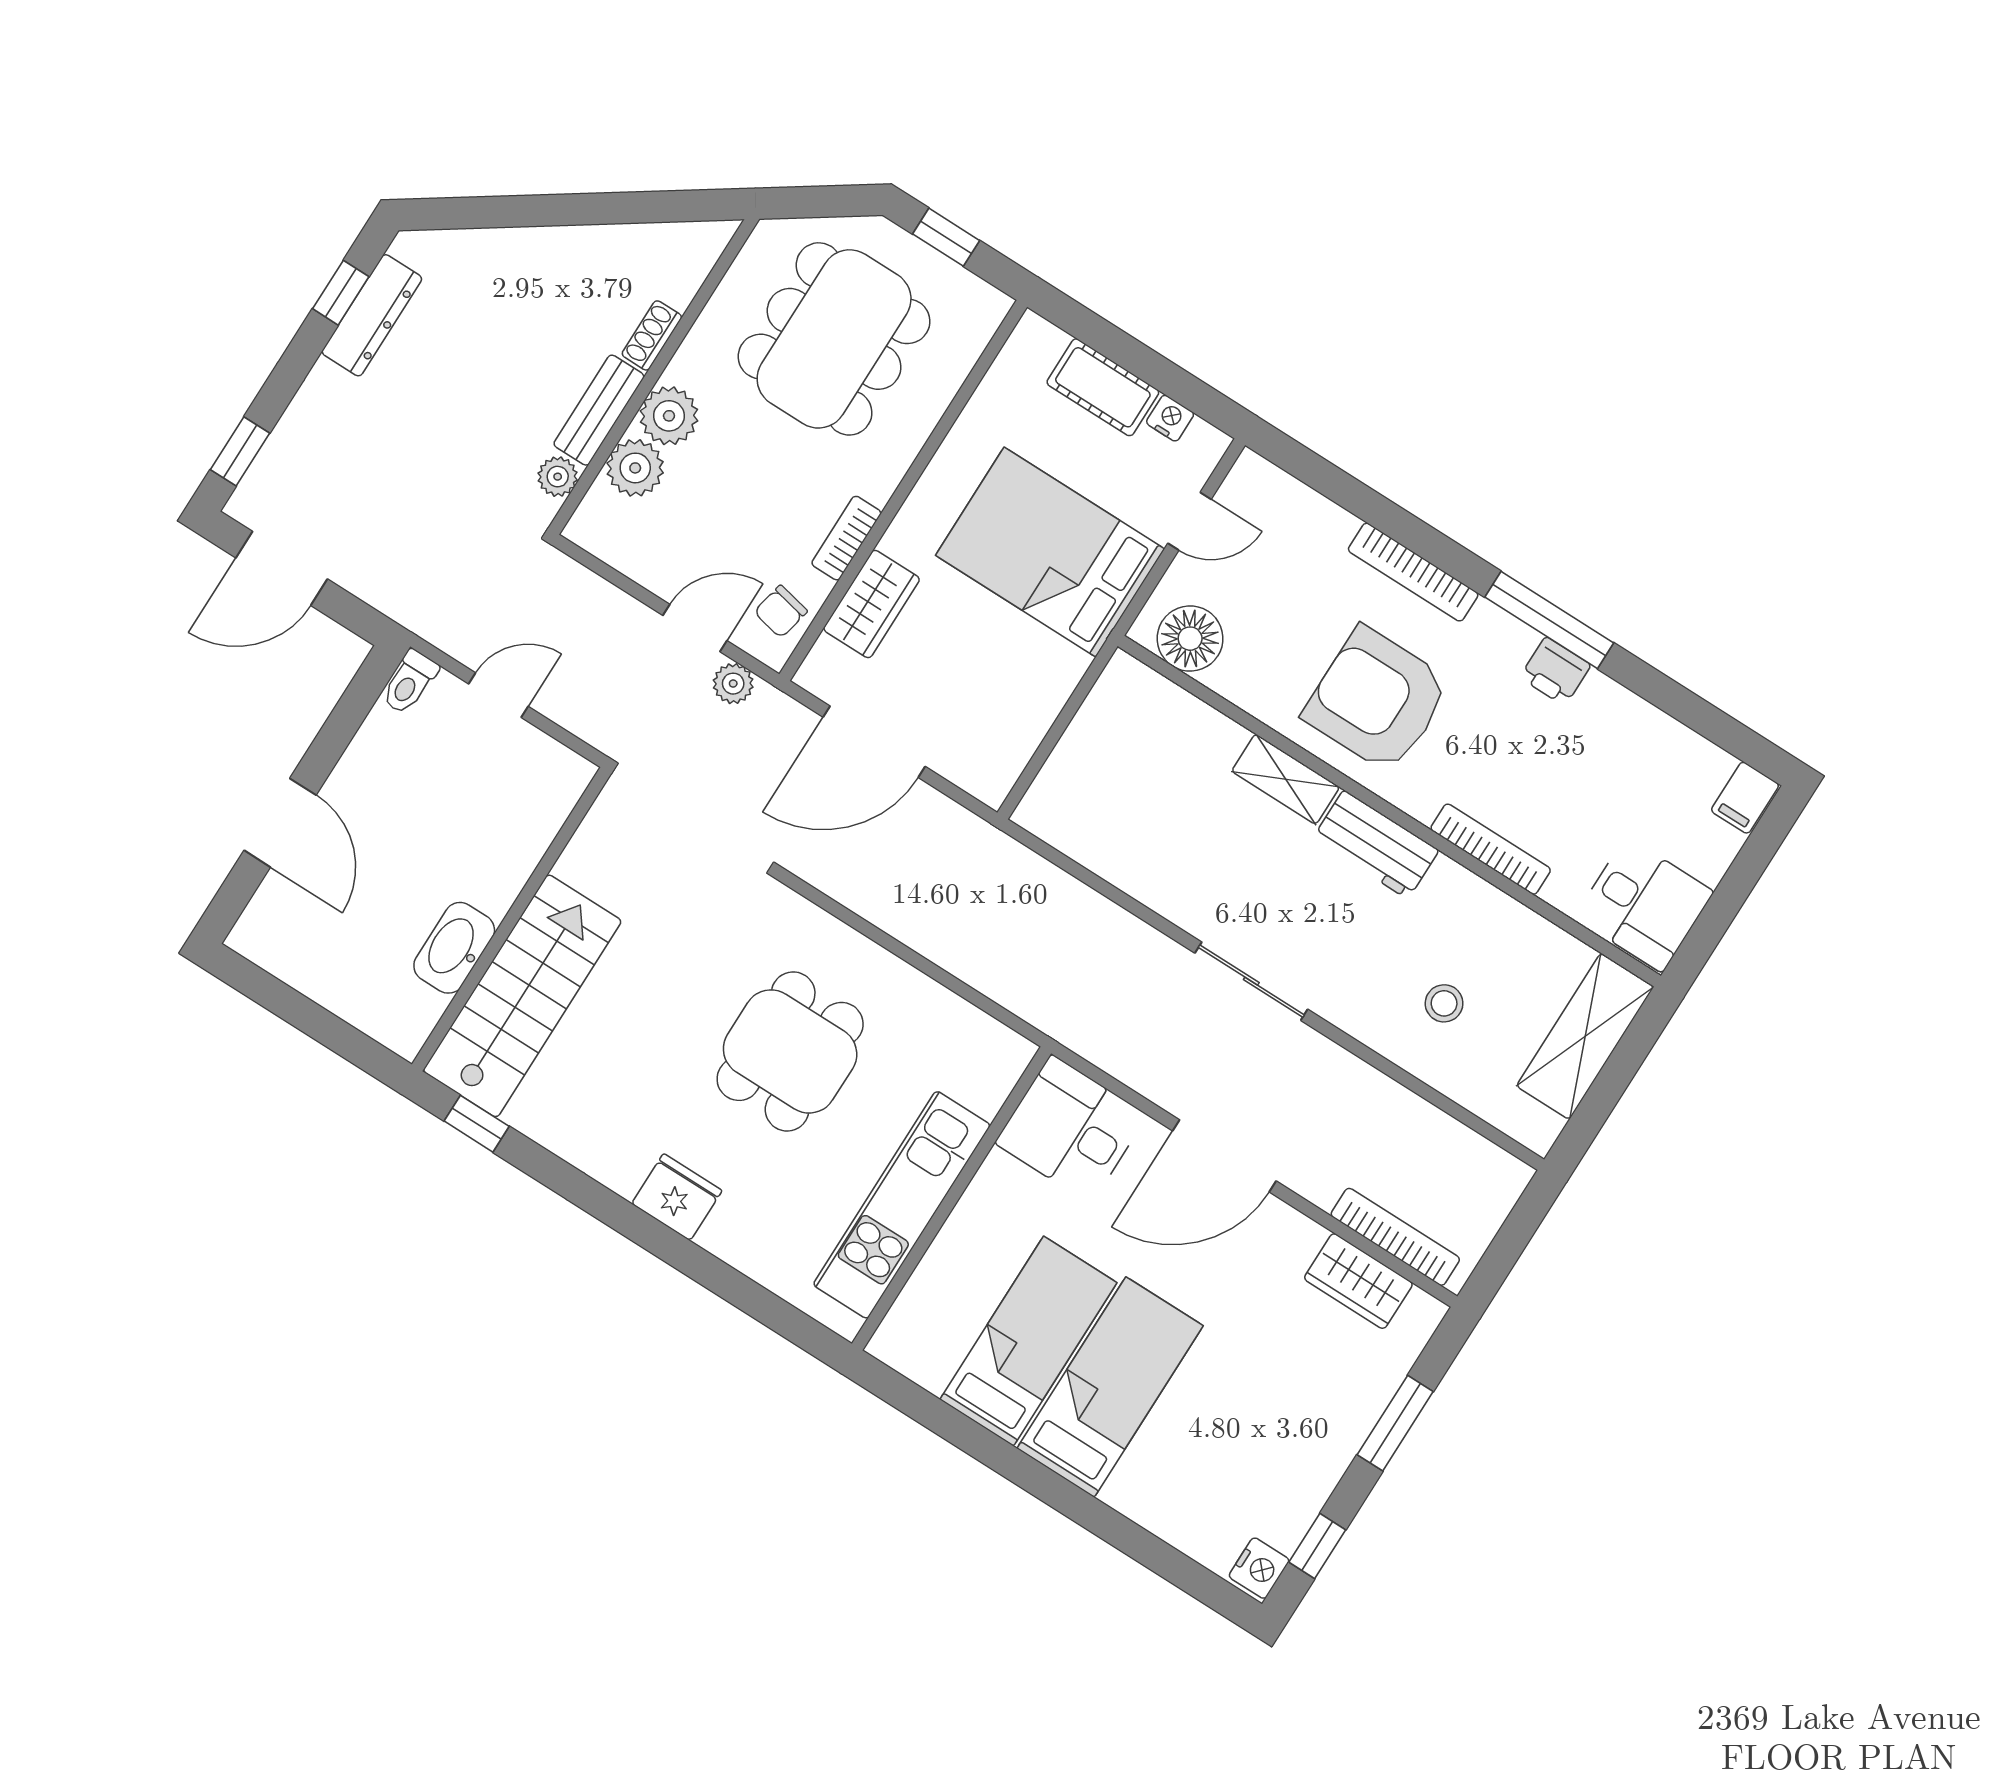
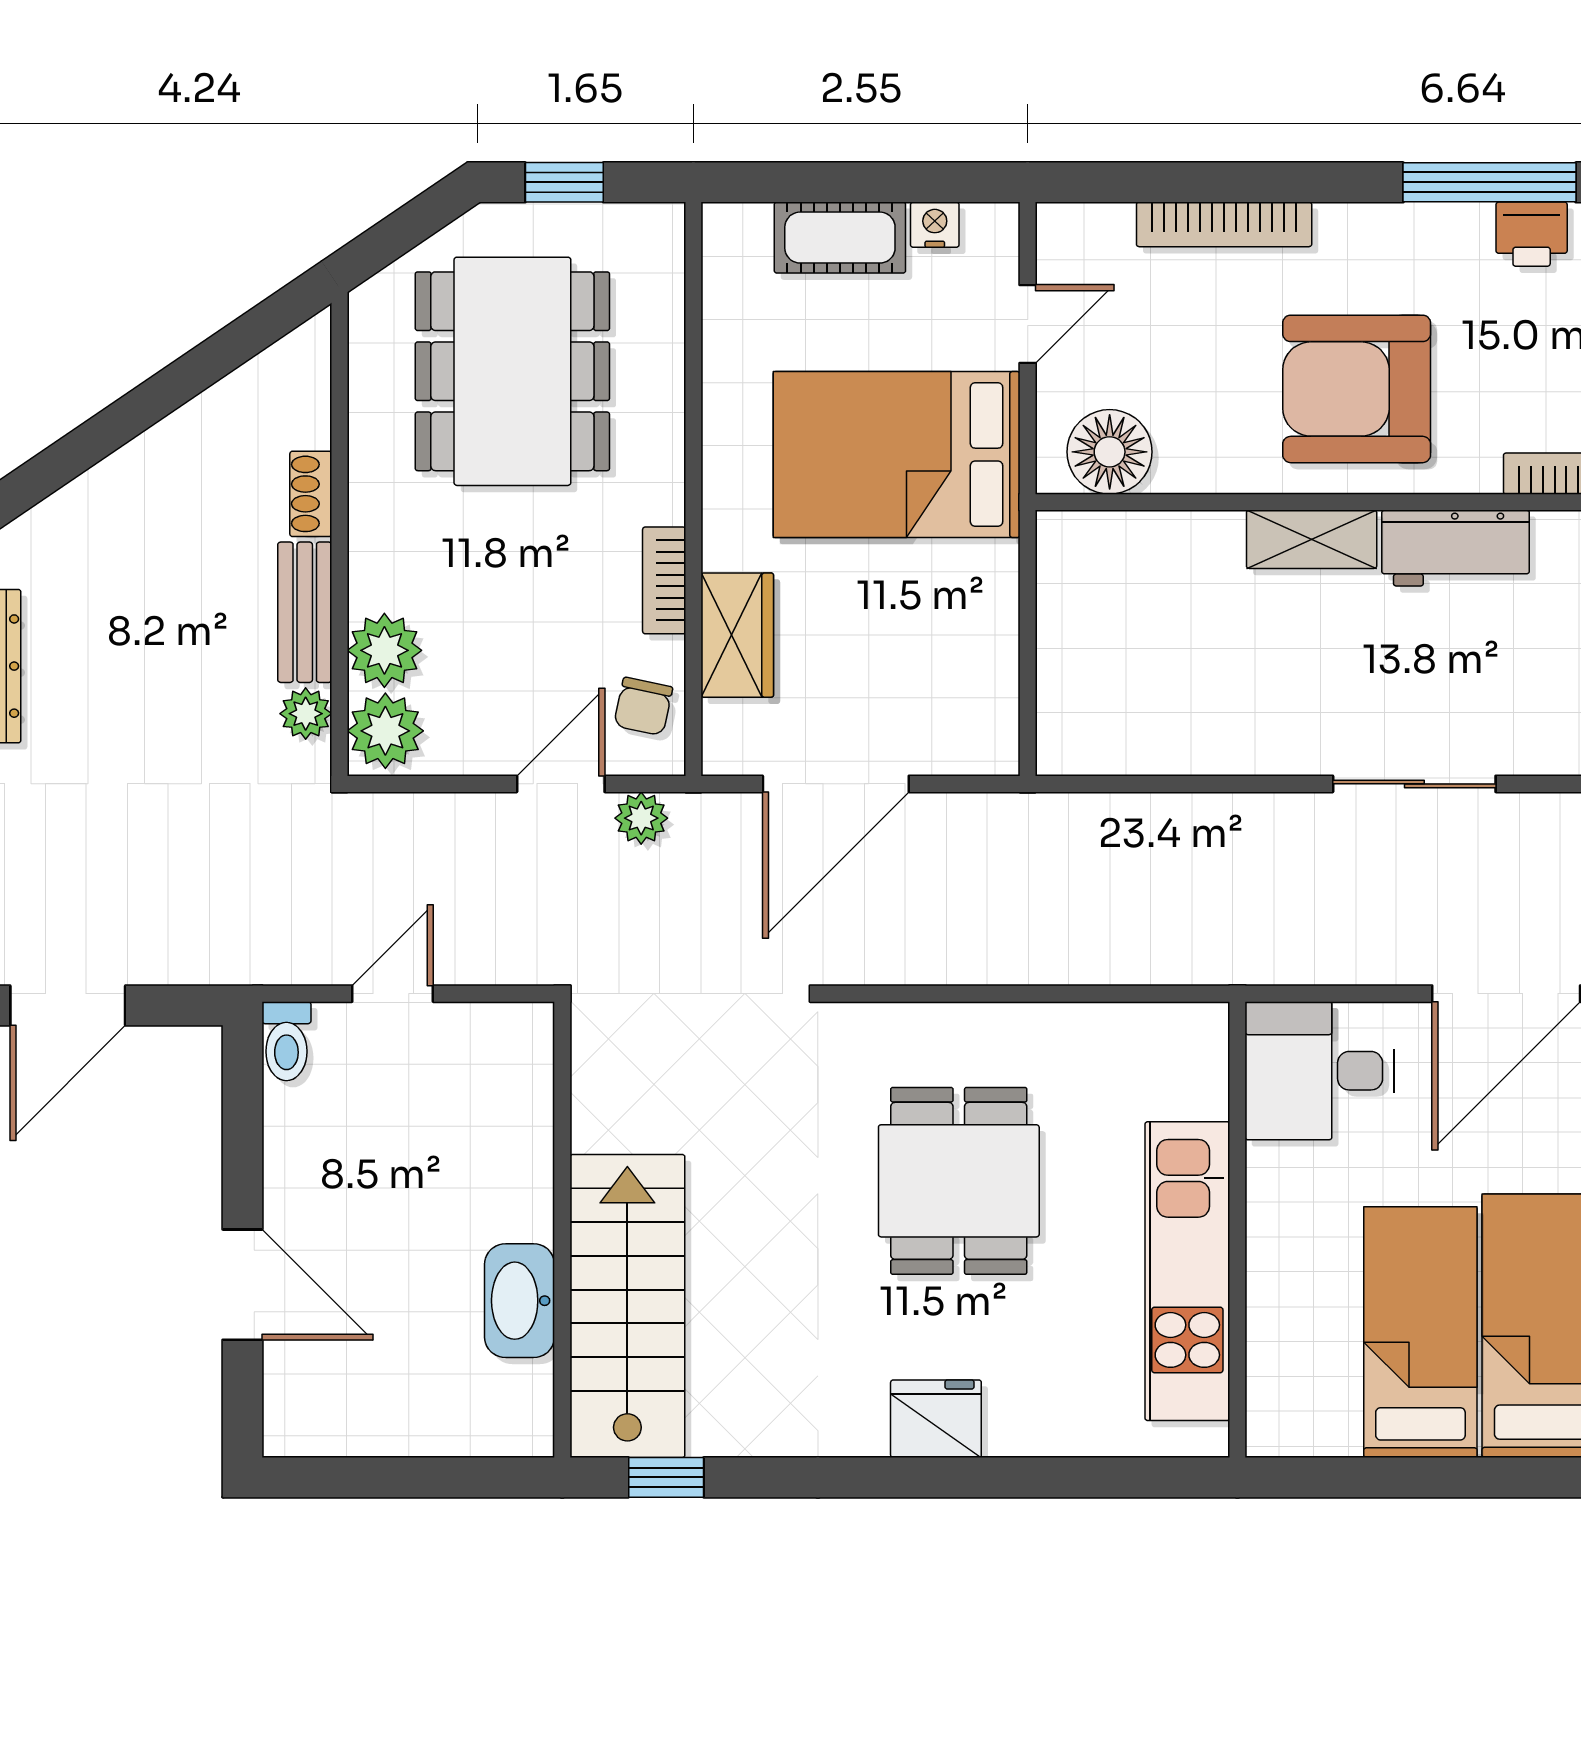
plant: (669, 416) -> (385, 731), moved
bookcase: (1413, 572) -> (1224, 224), moved

